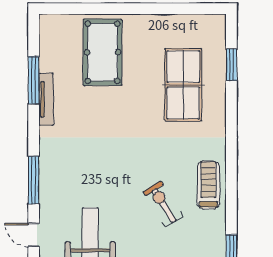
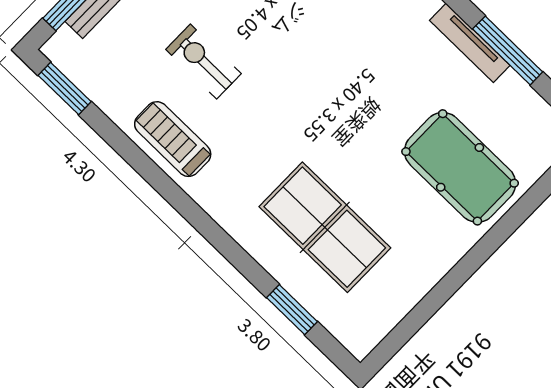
treadmill: (208, 185) -> (173, 139), turned 180
exercise bike: (163, 204) -> (203, 62), turned -148

